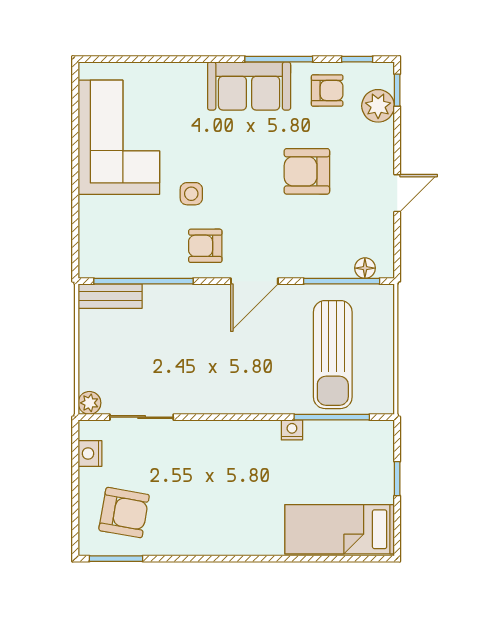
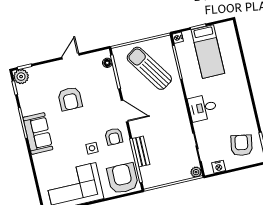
armchair: (327, 90) -> (123, 178), moved, width x1.88, depth x1.88
plant: (378, 106) -> (21, 77), moved
door: (397, 193) -> (70, 56), hinge flipped
bench: (110, 296) -> (141, 151), moved
sun lounger: (333, 355) -> (149, 68), turned -124
nightstand: (292, 430) -> (178, 38), moved
desk: (223, 448) -> (203, 108), added
bed: (340, 529) -> (208, 52), moved

